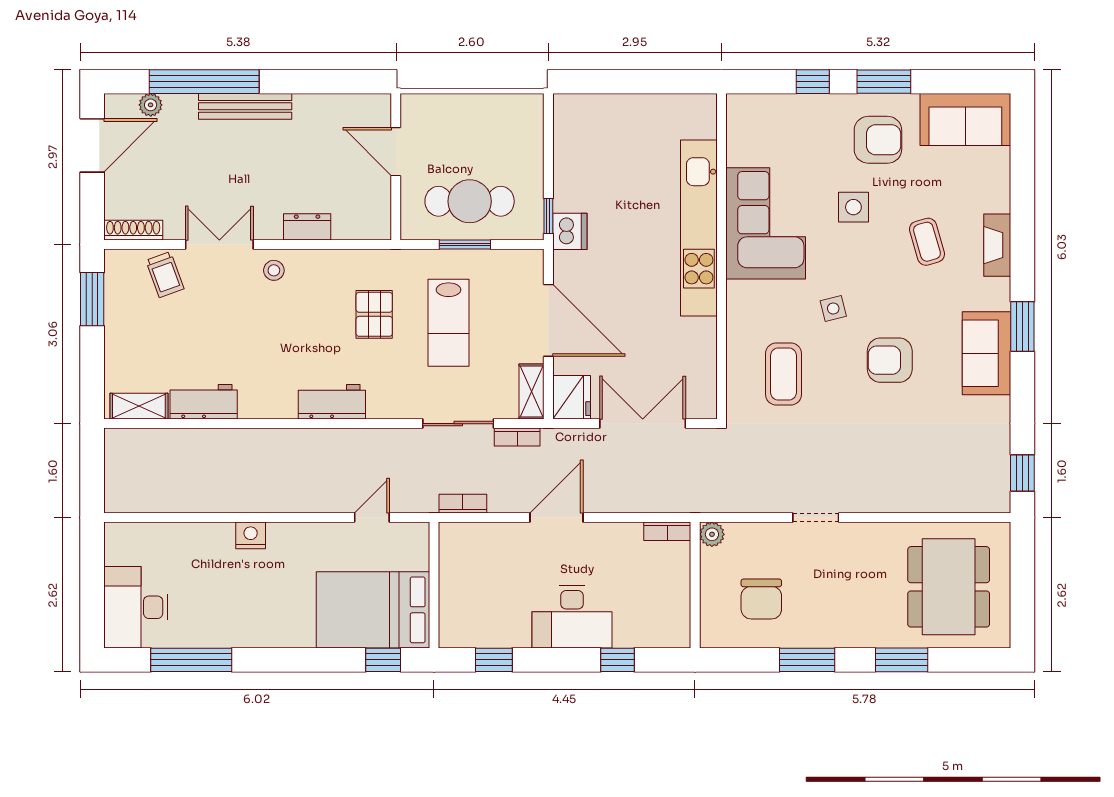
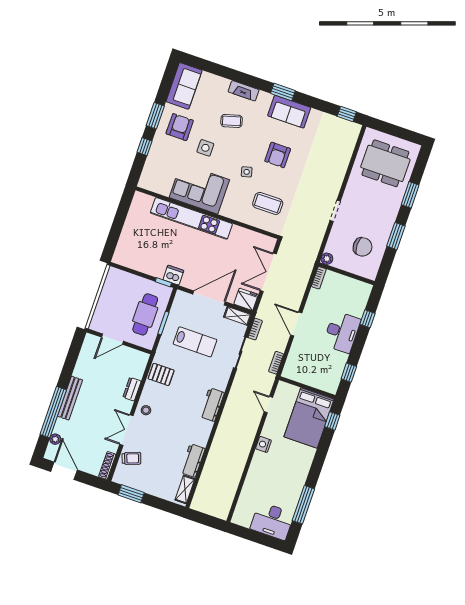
pallet: (374, 314) -> (161, 374), moved
nightstand: (251, 535) -> (263, 444), moved

